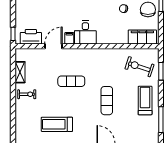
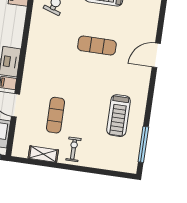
exercise mat: (71, 81) -> (56, 115), moved

